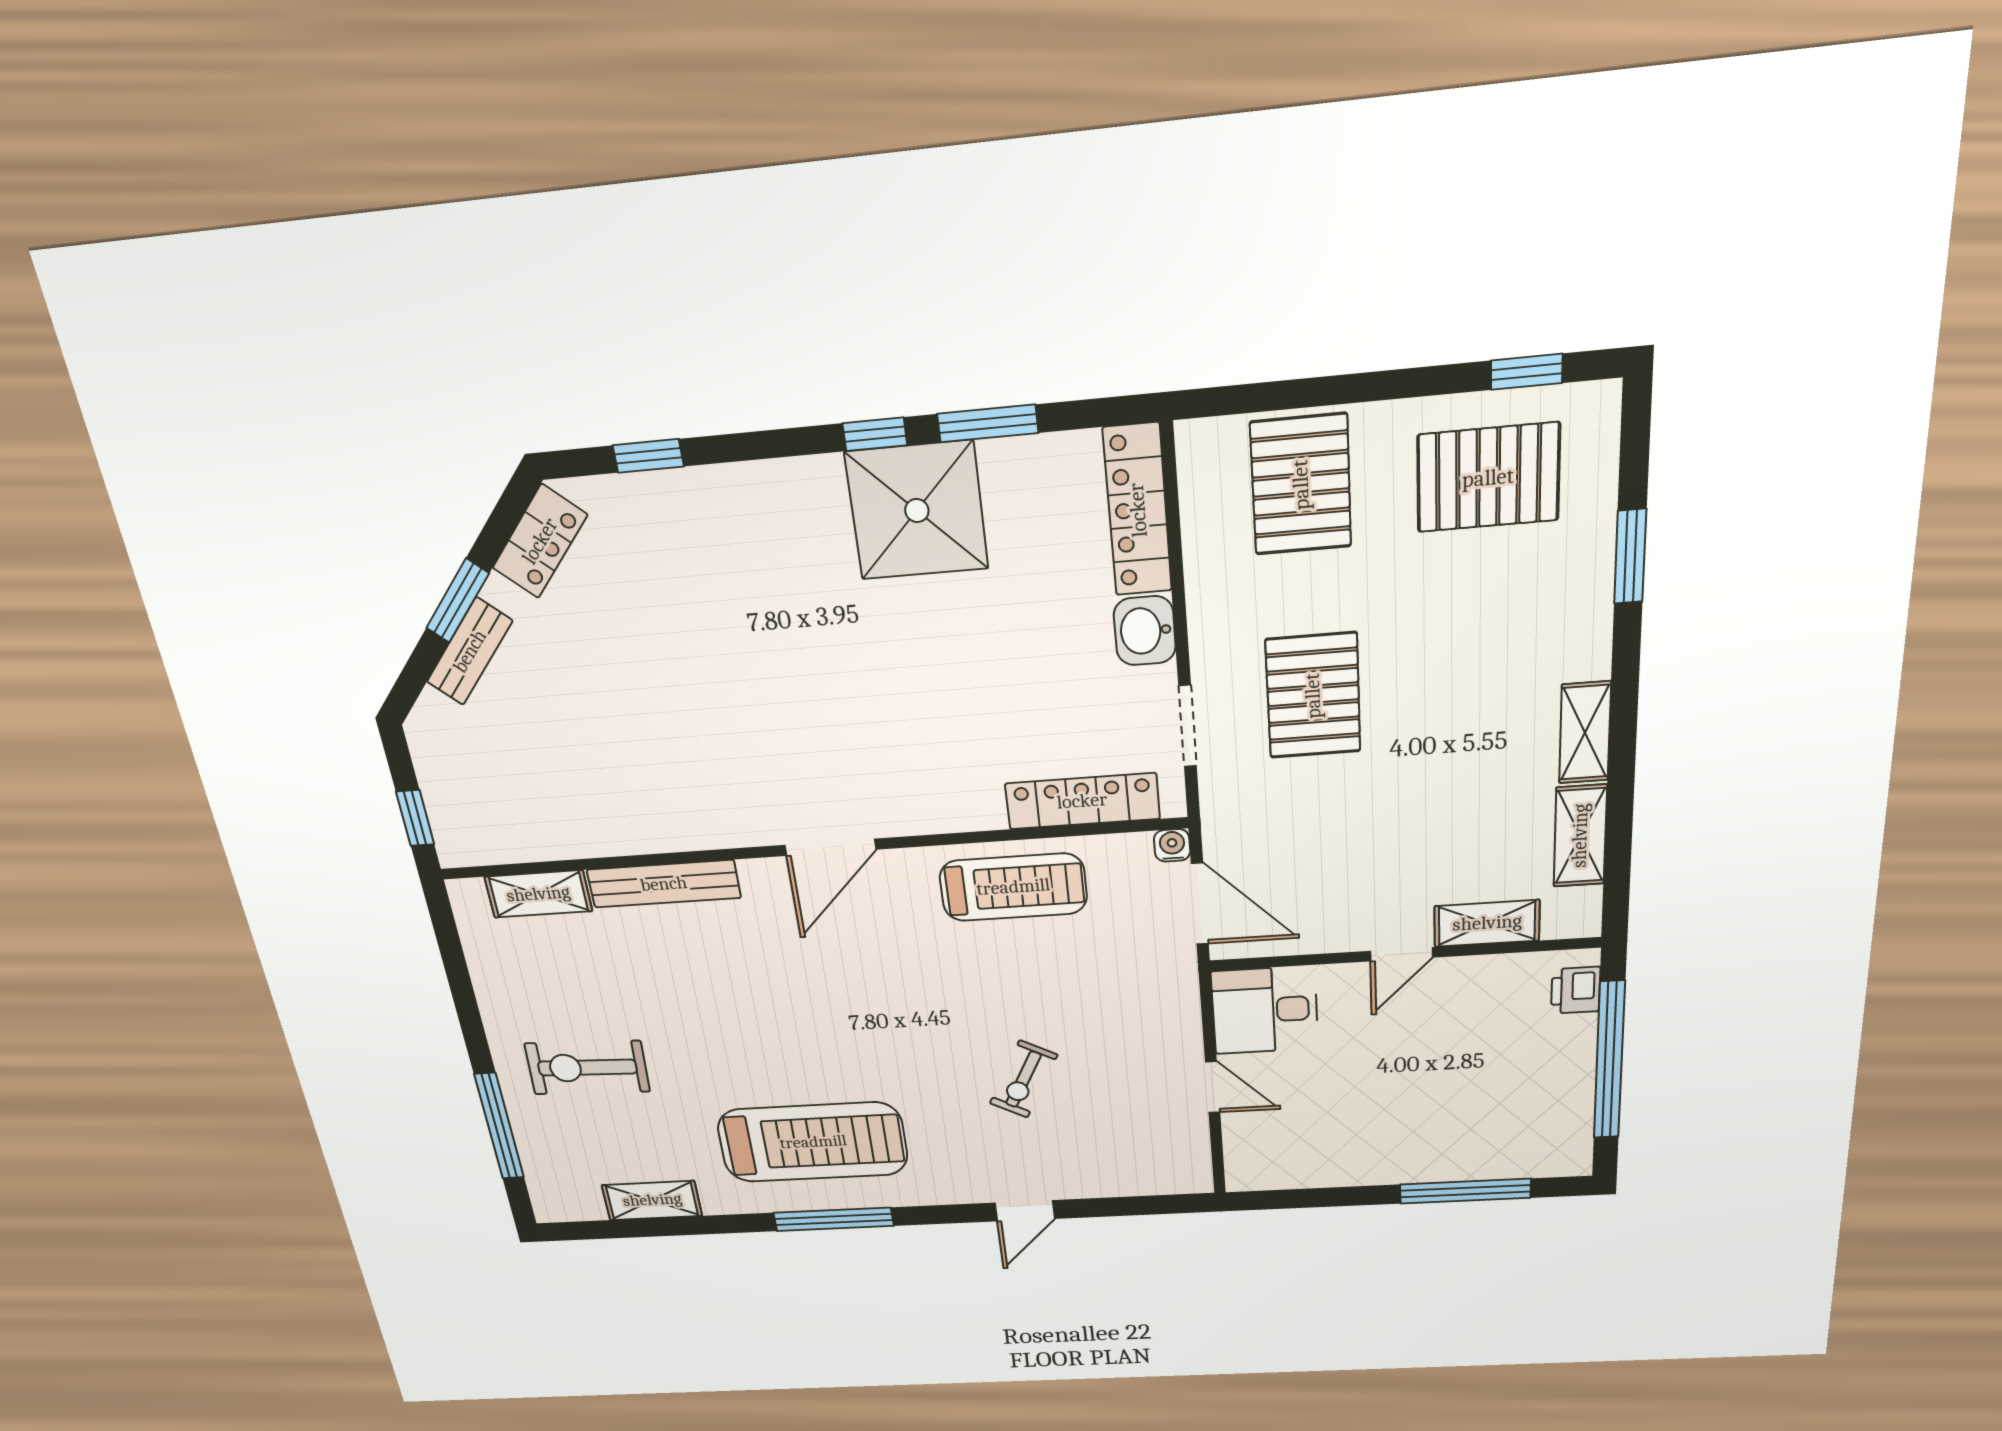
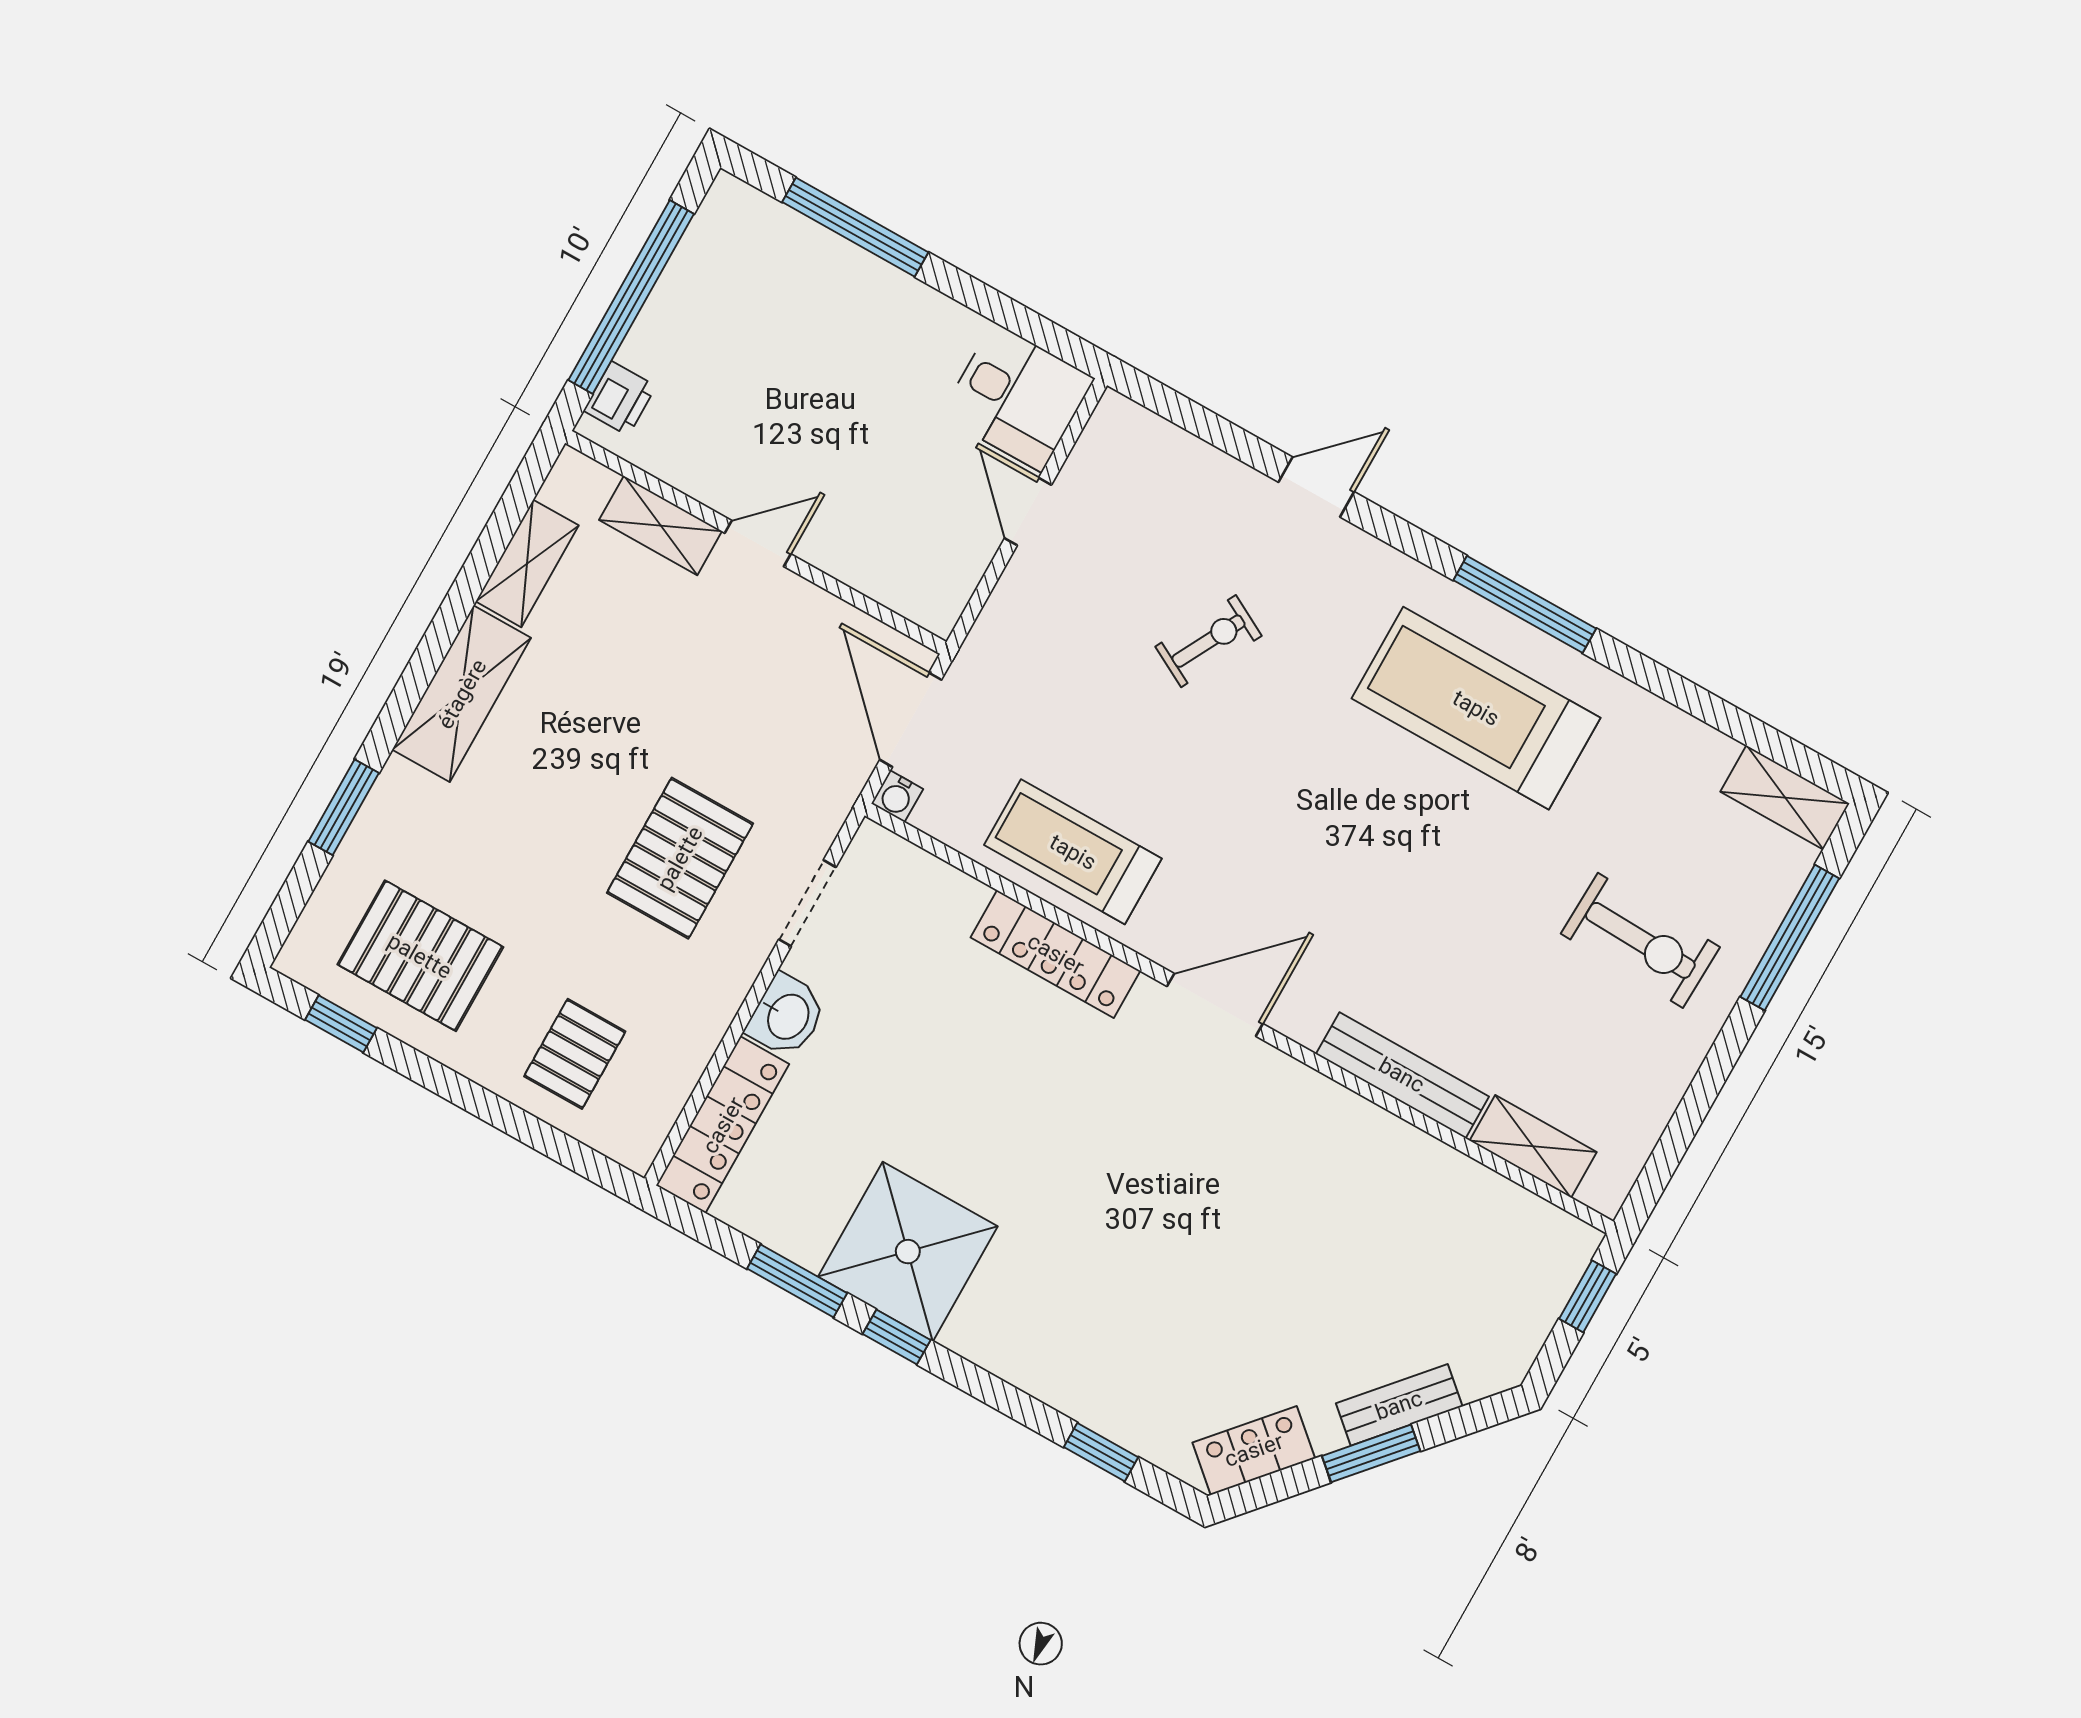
pallet: (1301, 485) -> (575, 1054), width x0.67, depth x0.71
shelving: (1585, 733) -> (462, 694), width x1.50, depth x1.33
locker: (1082, 801) -> (1056, 954), moved
desk: (1265, 1010) -> (1018, 397), moved
shelving: (652, 1200) -> (1785, 797), moved

